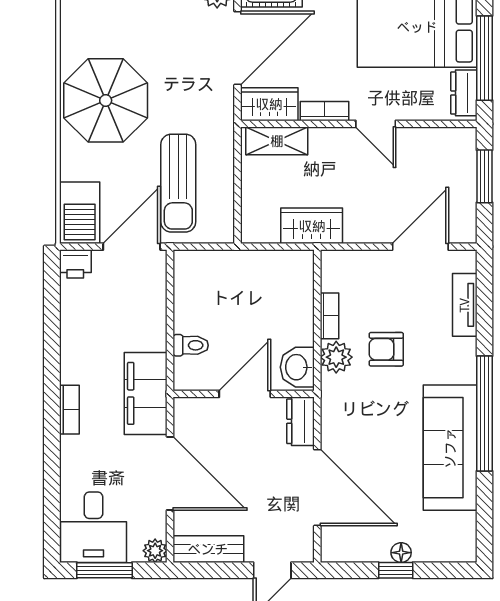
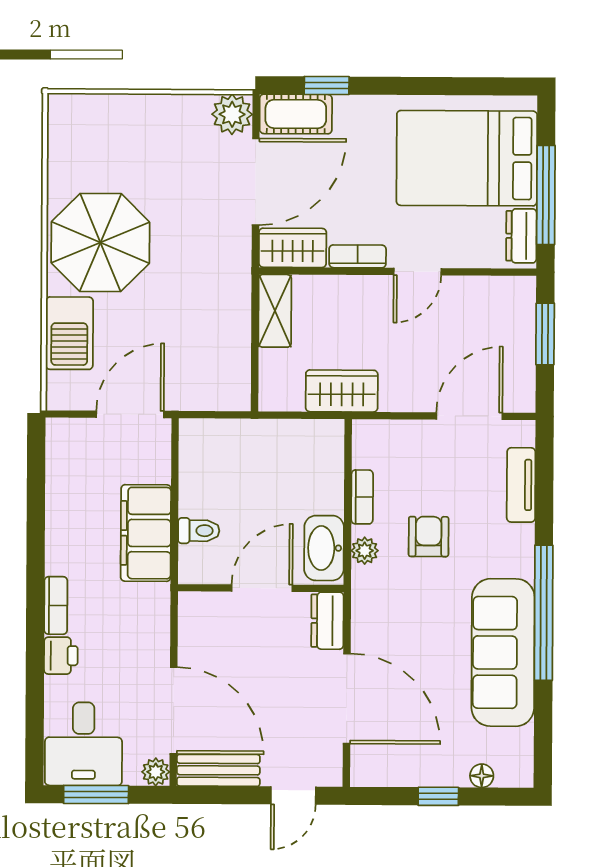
door: (376, 124) -> (418, 272), hinge flipped
shelving: (277, 141) -> (275, 311), moved, turned 90
sun lounger: (178, 183) -> (185, 340), removed
barbecue: (80, 213) -> (69, 333), moved
printer: (75, 264) -> (61, 656), moved, turned -90
armchair: (386, 349) -> (429, 537), turned 90
plant: (336, 357) -> (365, 551), width x0.73, depth x0.73
washbasin: (297, 367) -> (324, 548), width x1.38
filing cabinet: (146, 393) -> (146, 533), moved
door: (170, 473) -> (174, 711), moved
floor lamp: (401, 553) -> (482, 776), moved

